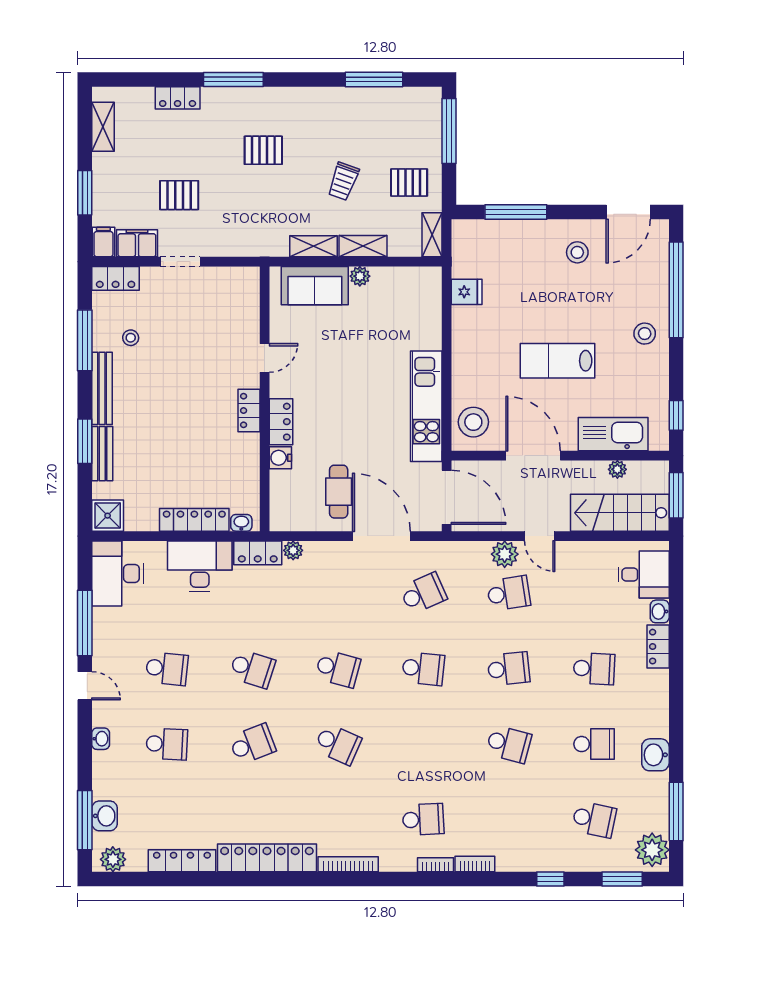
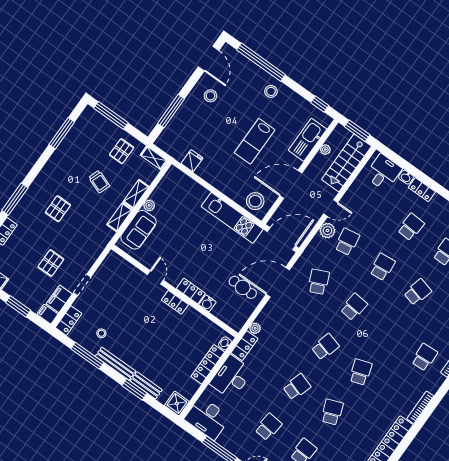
school desk: (338, 744) -> (361, 372), turned -42

